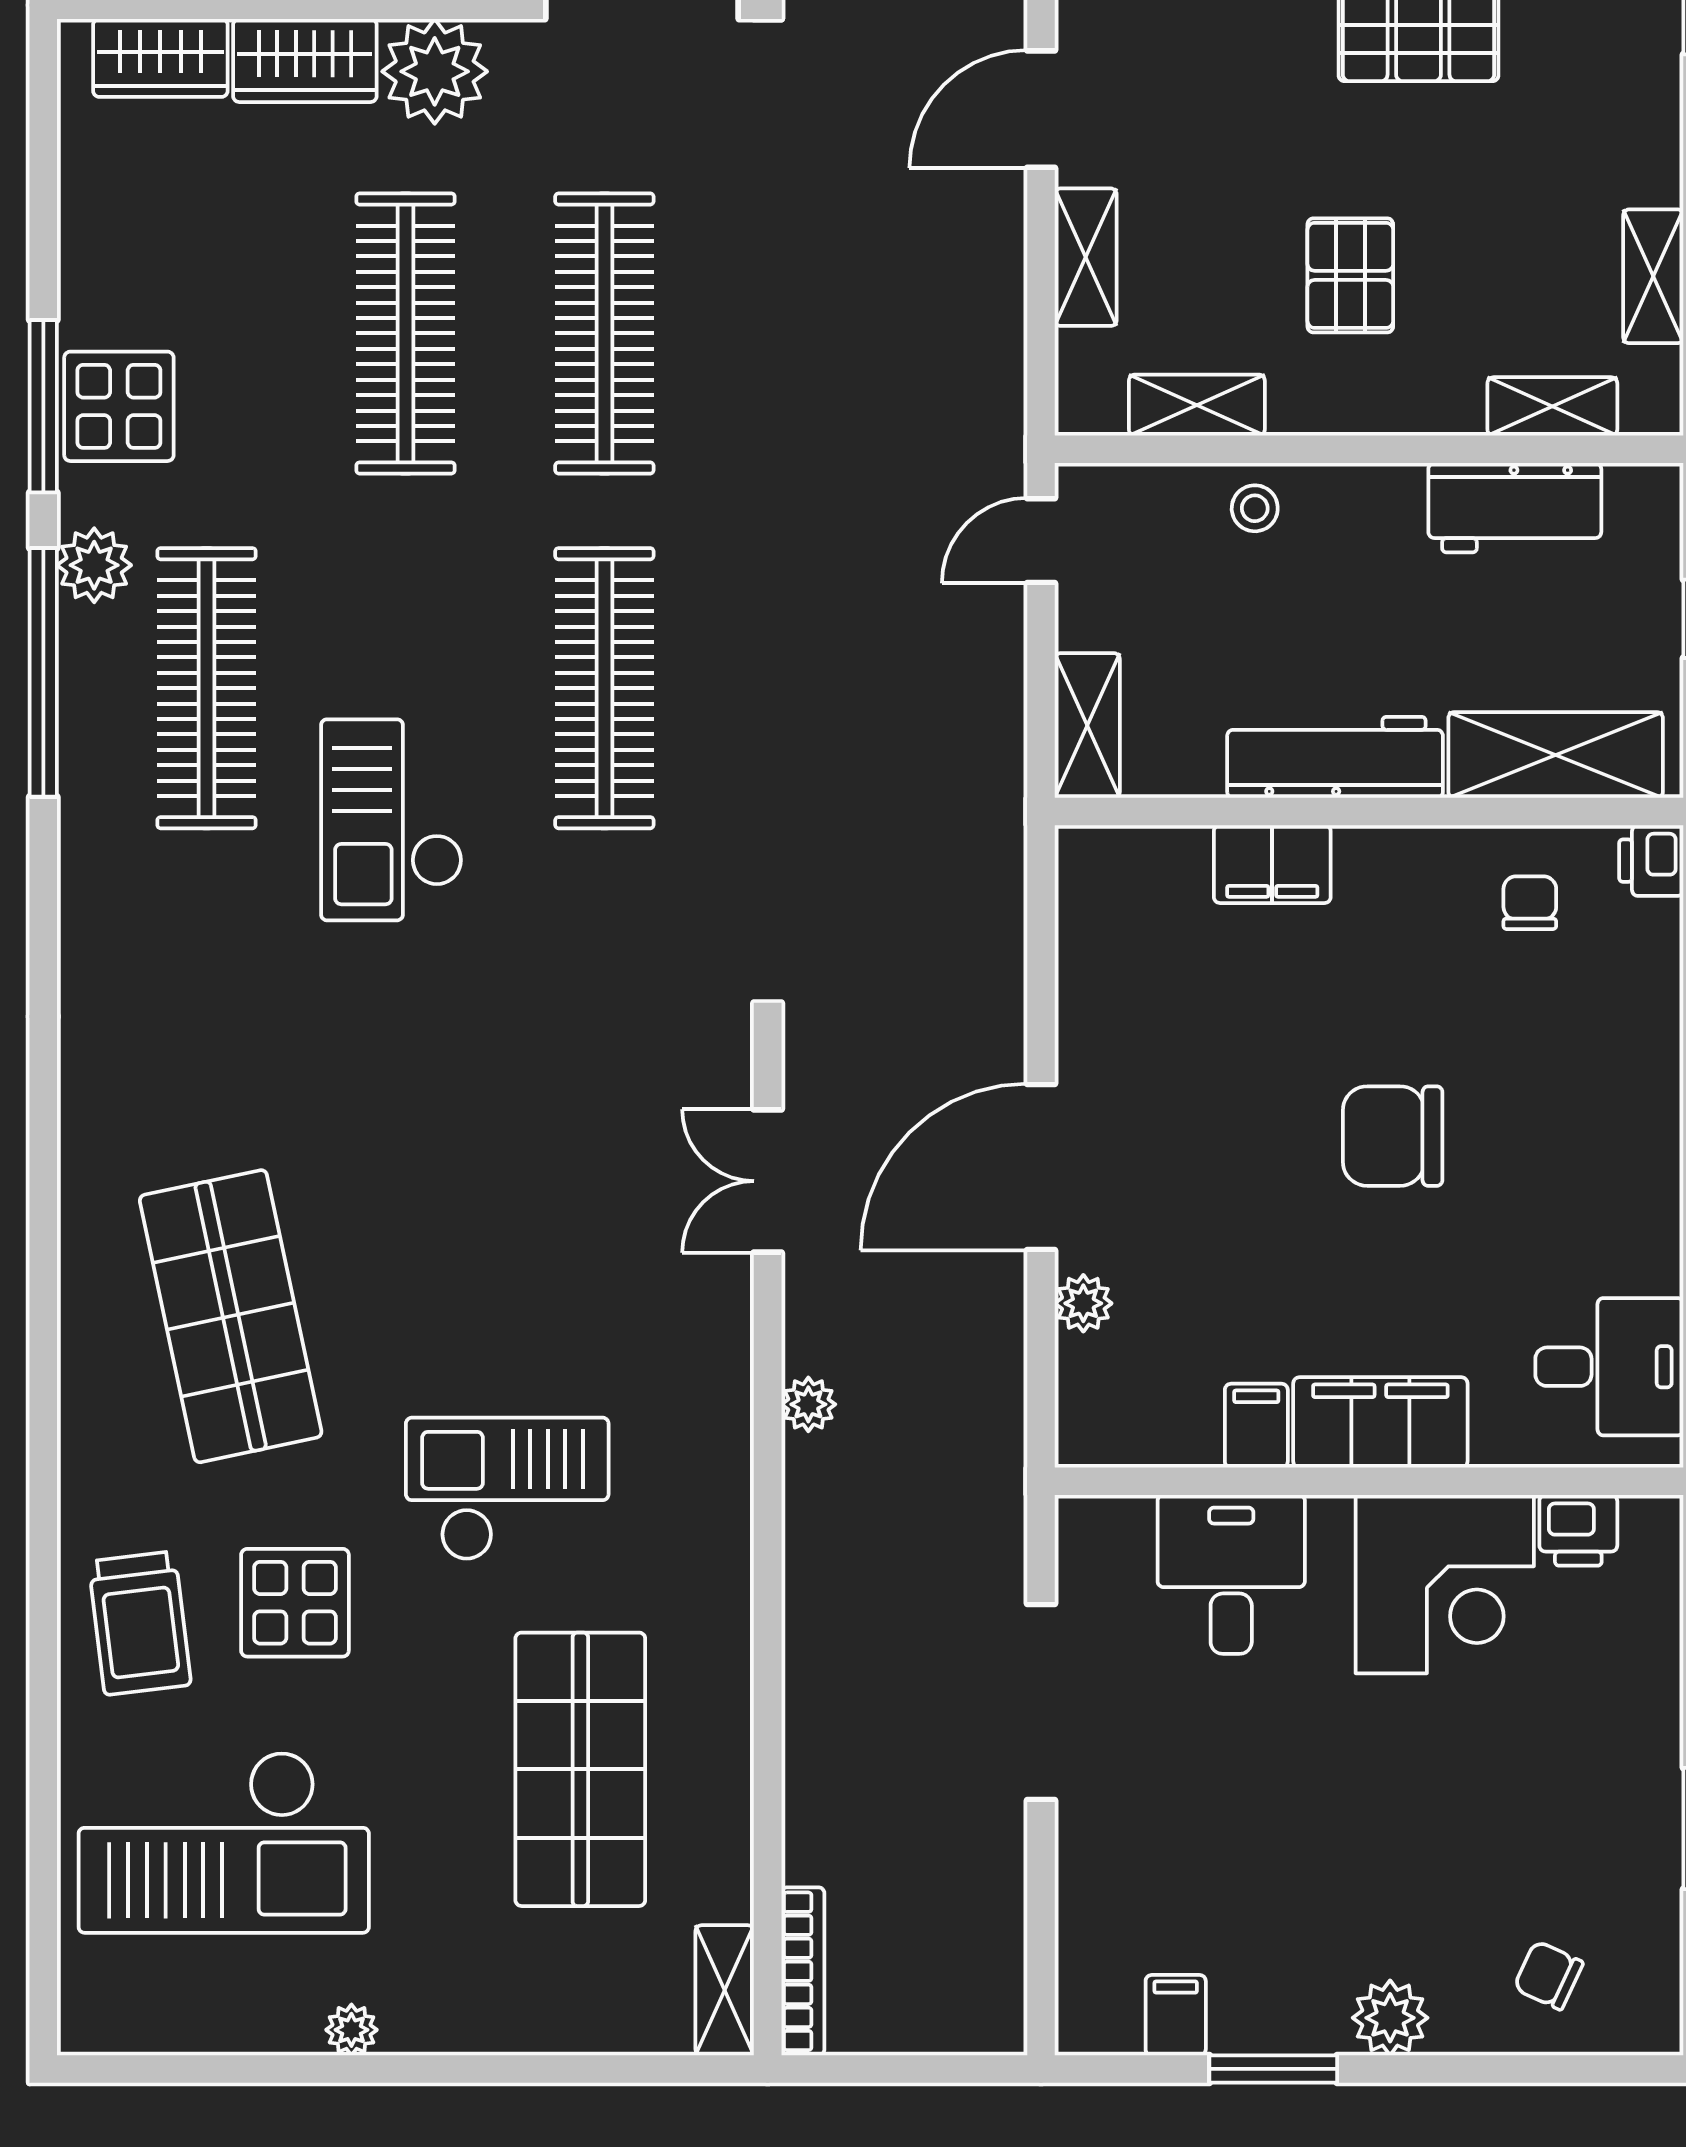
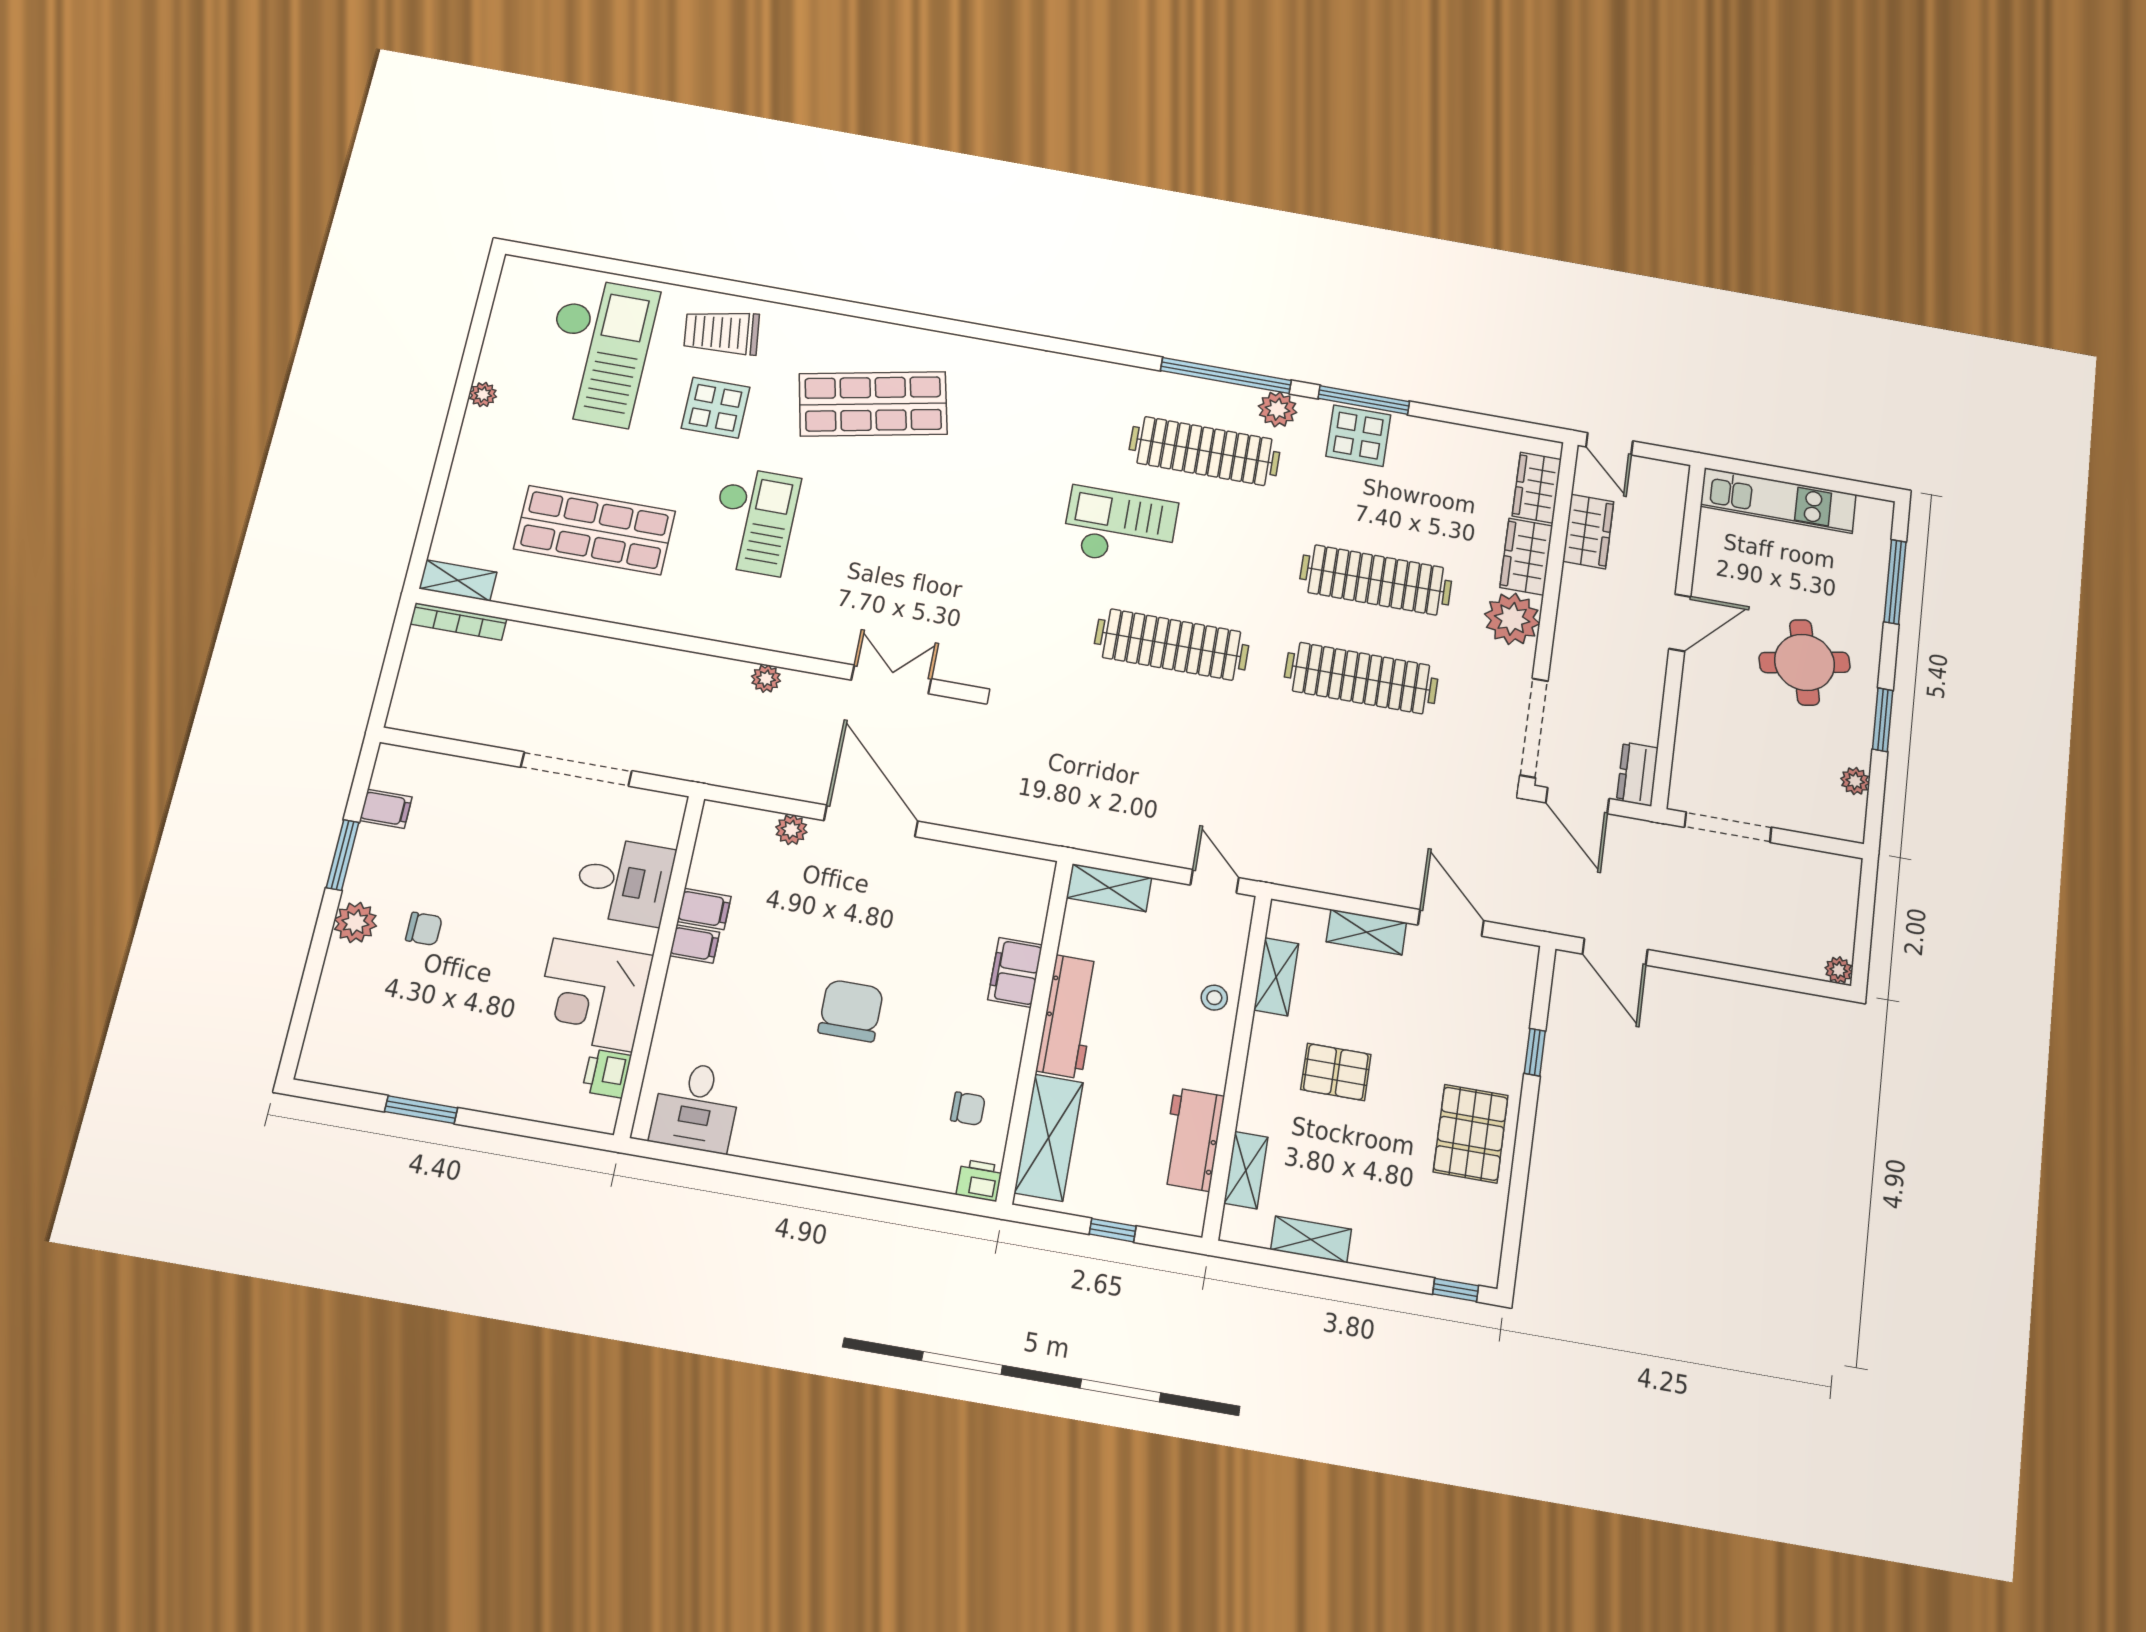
filing cabinet: (1380, 1422) -> (695, 944), width x0.33, depth x0.86
checkout: (224, 1842) -> (597, 351), turned 180
chair: (1548, 1975) -> (424, 929), moved, turned 65

